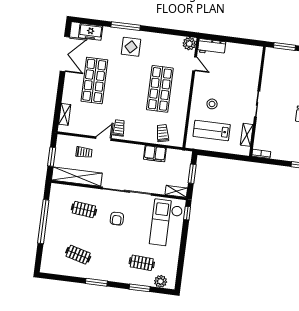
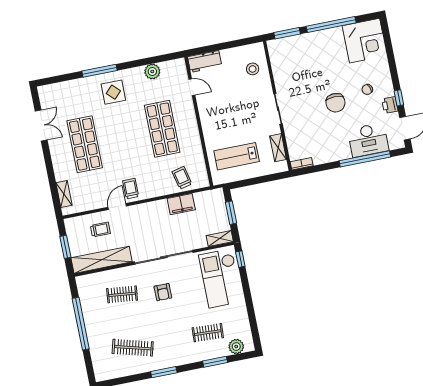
freezer: (91, 32) -> (62, 91), removed
plant: (189, 44) -> (152, 72), moved
double door: (65, 54) -> (41, 125), width x0.73
stool: (212, 104) -> (253, 69), moved
clothes rail: (78, 255) -> (133, 348), width x1.36

